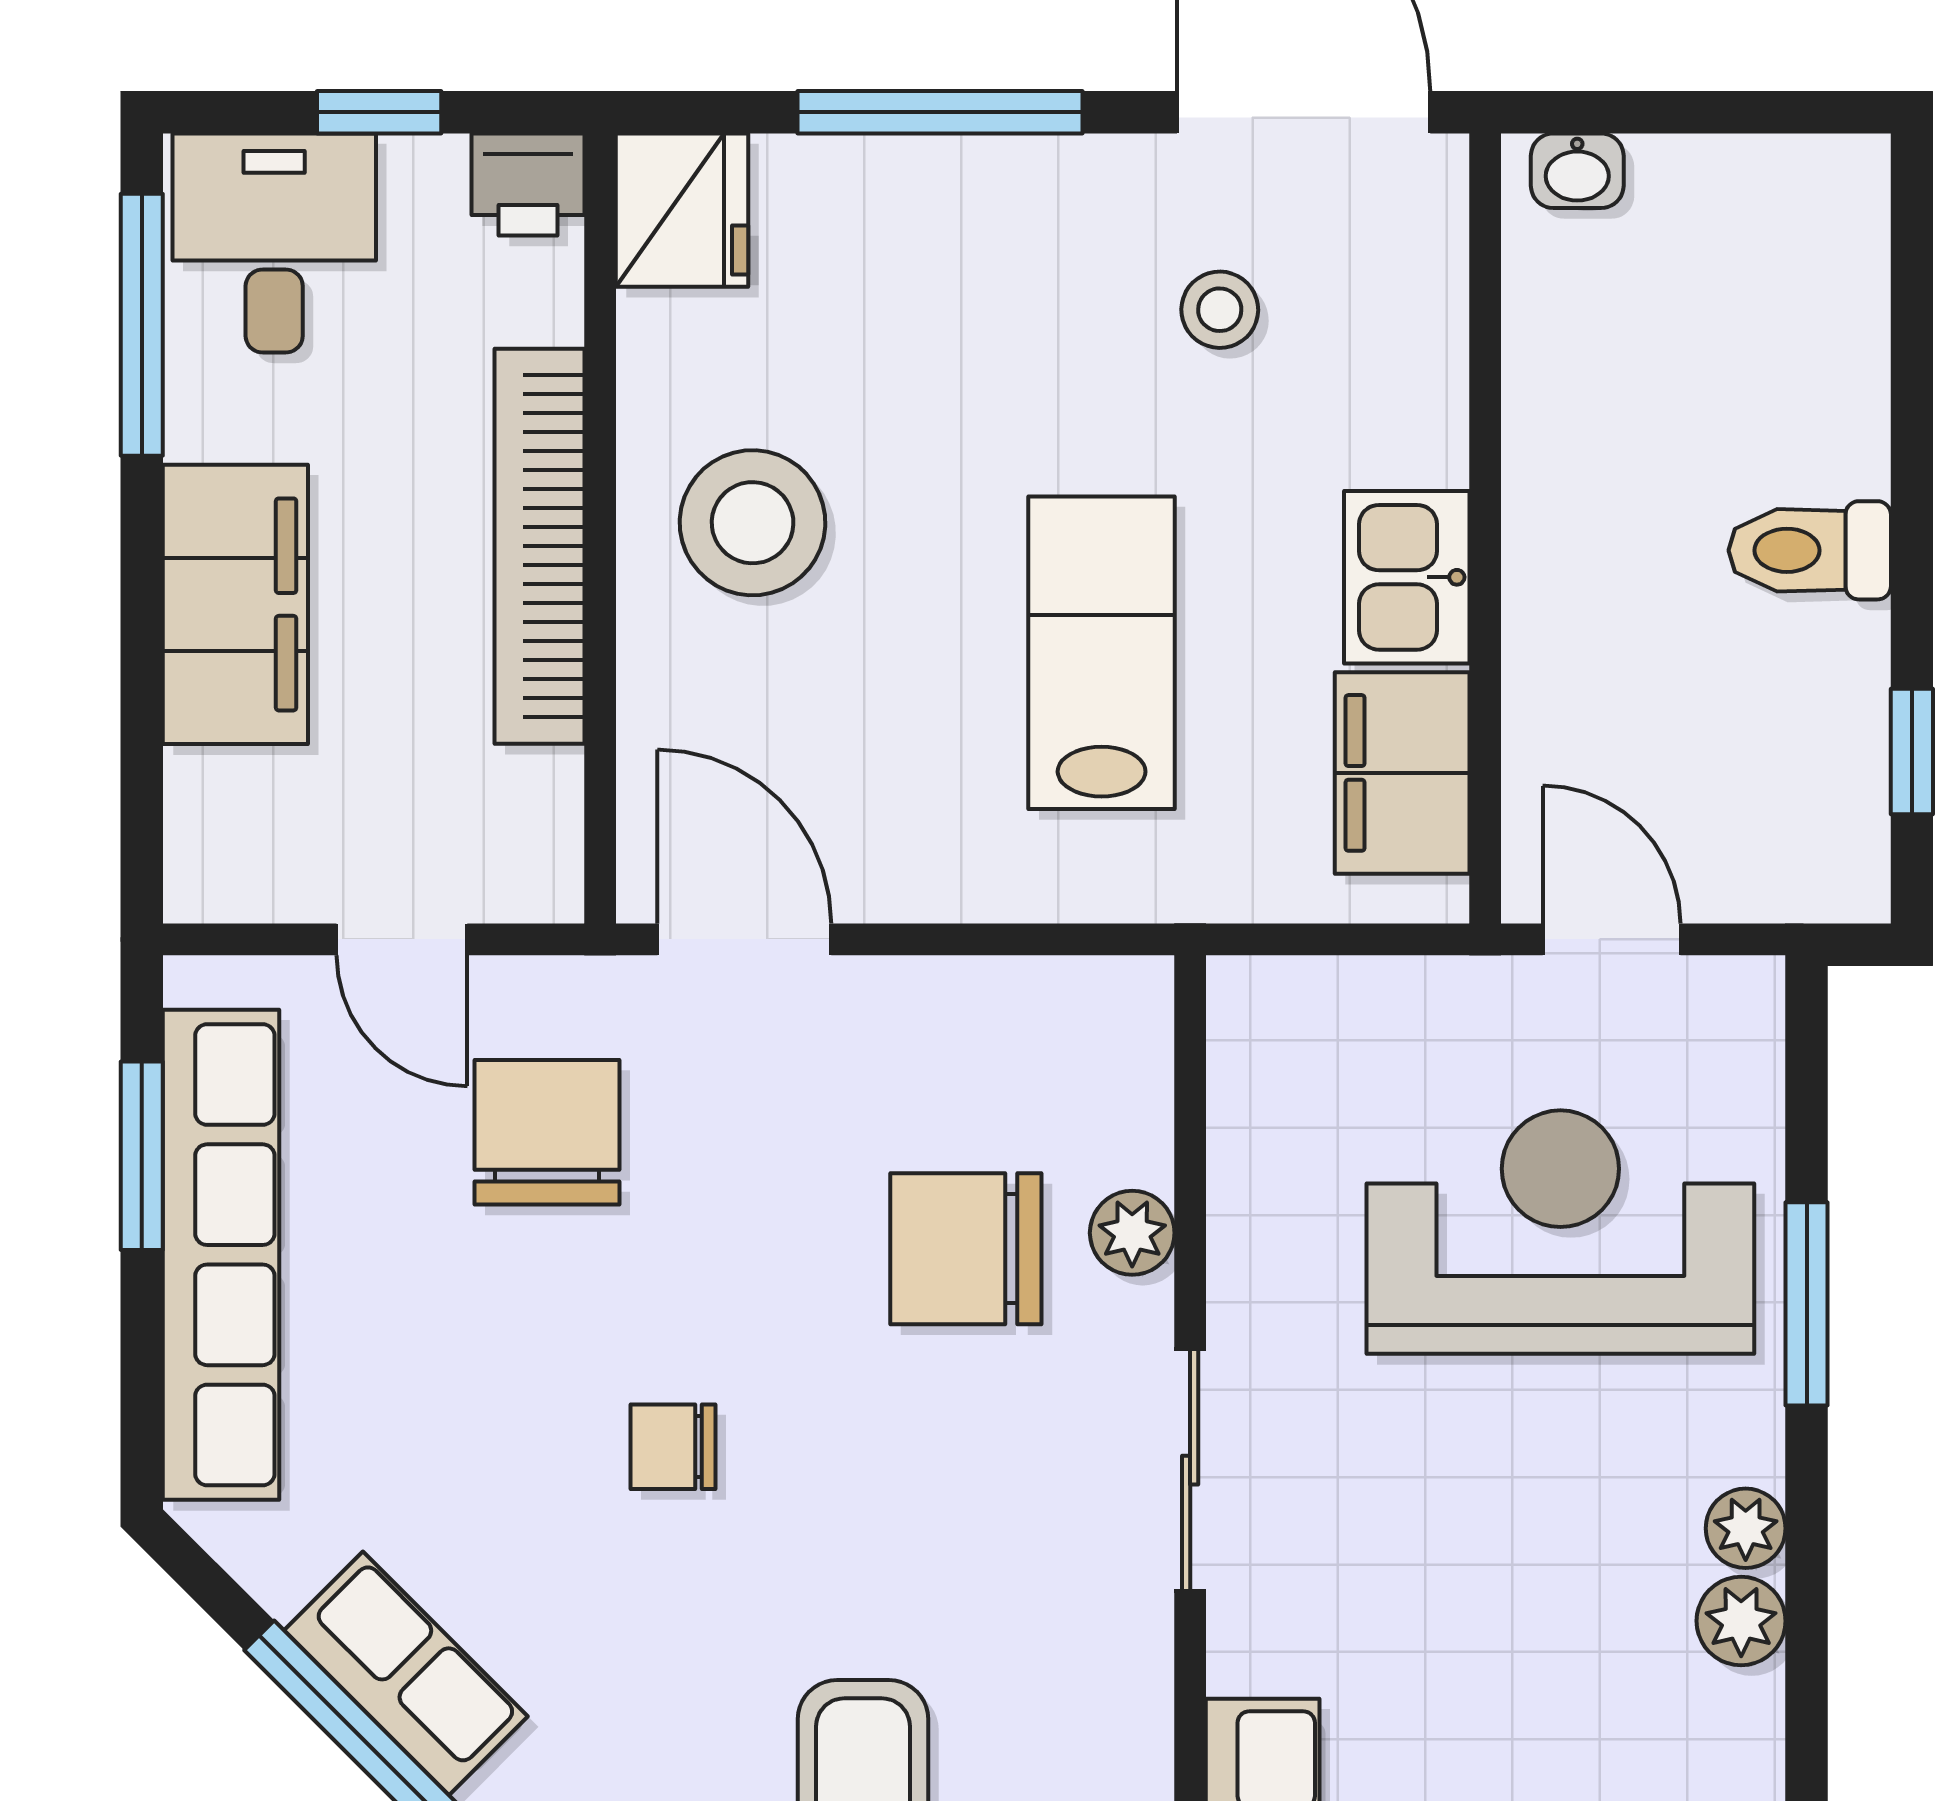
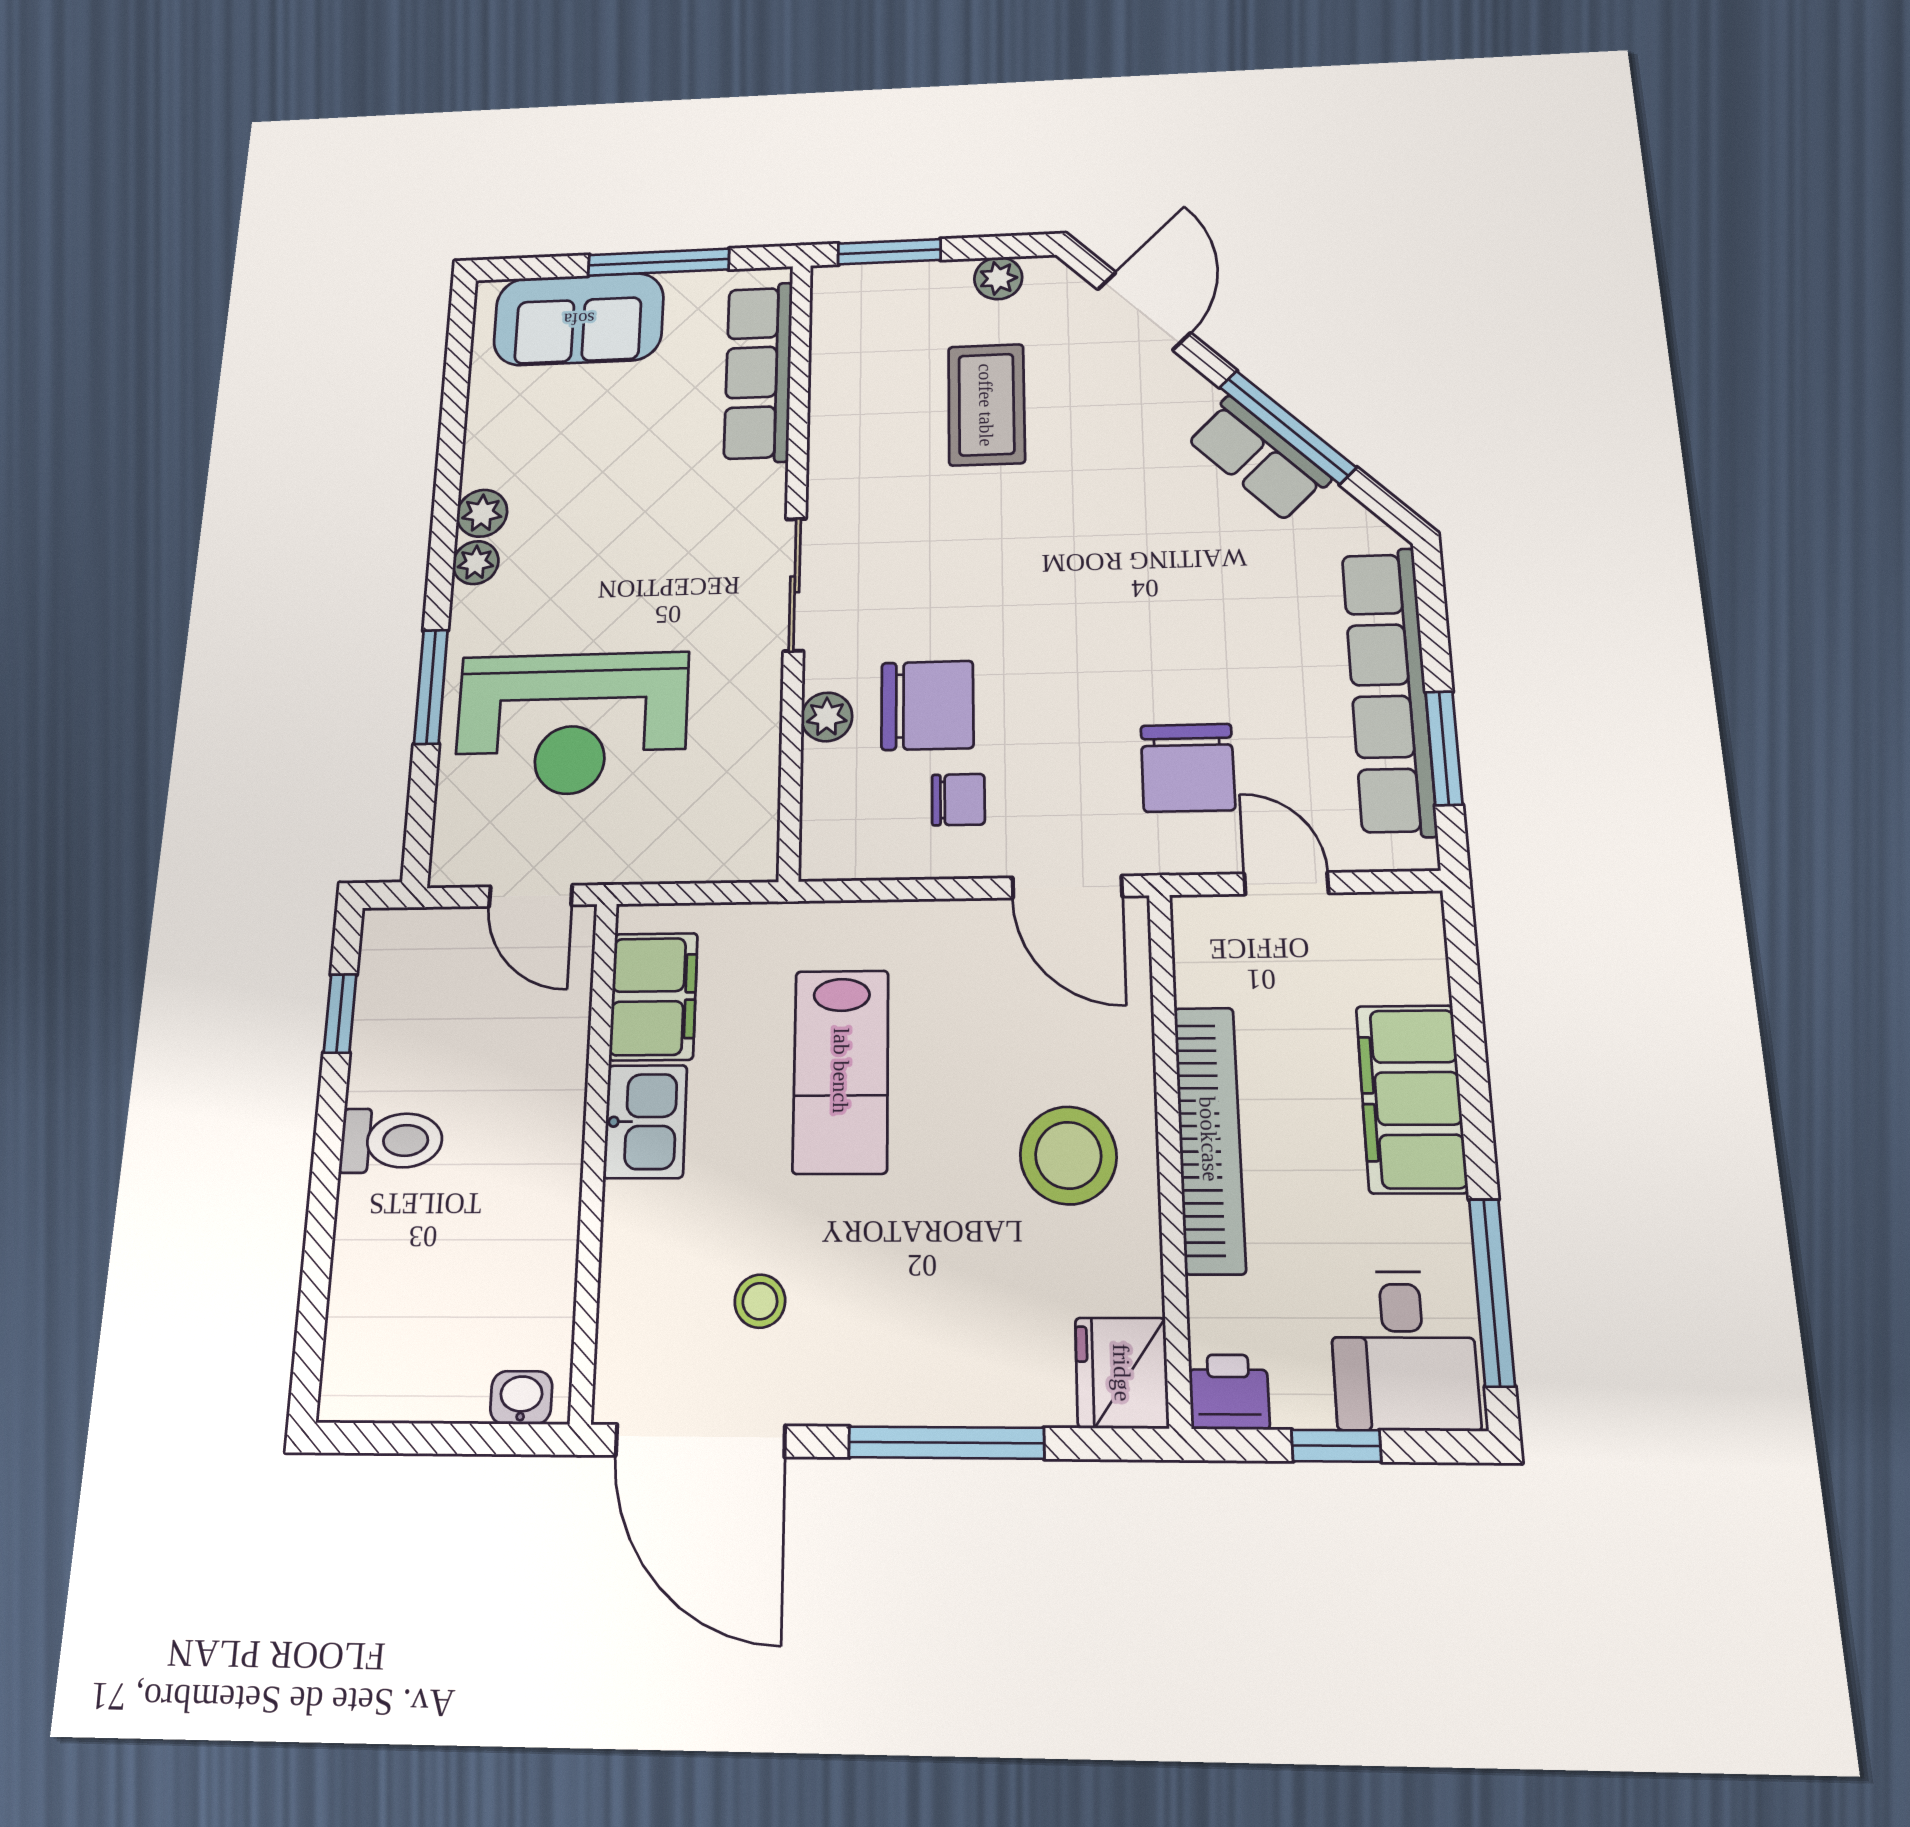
chair: (673, 1447) -> (958, 800), moved

